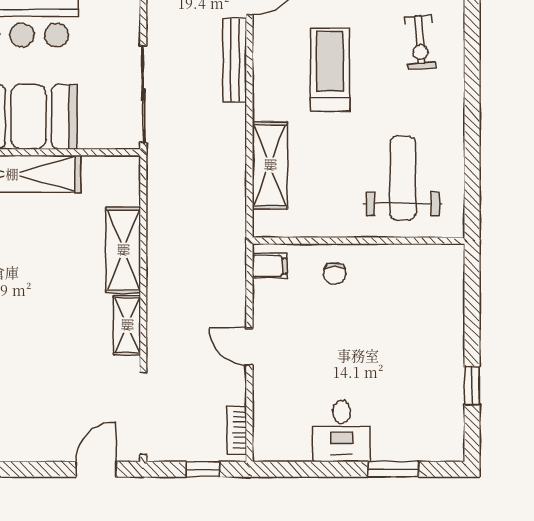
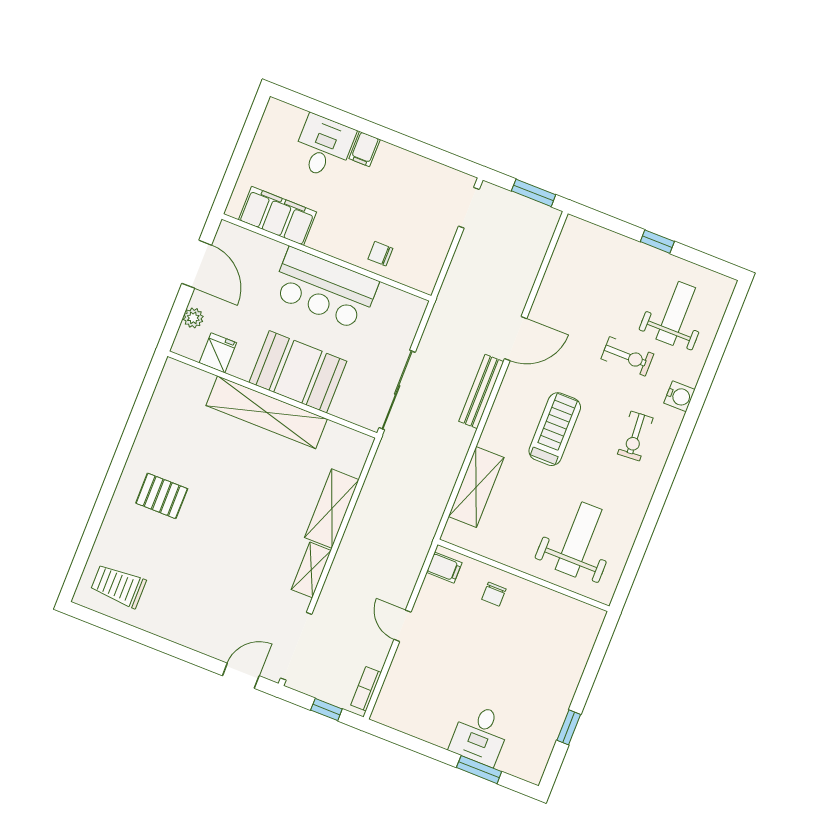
desk: (341, 431) -> (480, 735), moved

